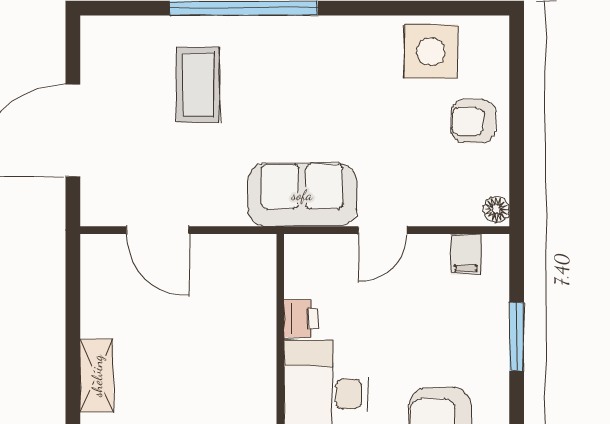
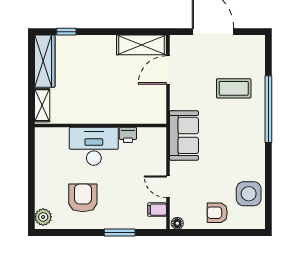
armchair: (473, 121) -> (217, 213), turned -90
door: (383, 230) -> (168, 187), moved
shelving: (97, 376) -> (141, 45), moved, width x1.50, depth x1.33

